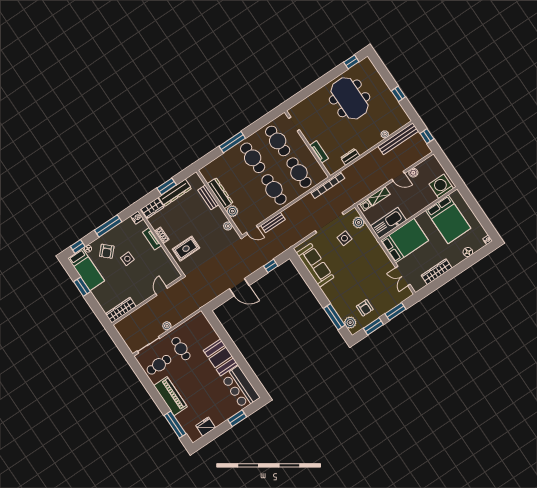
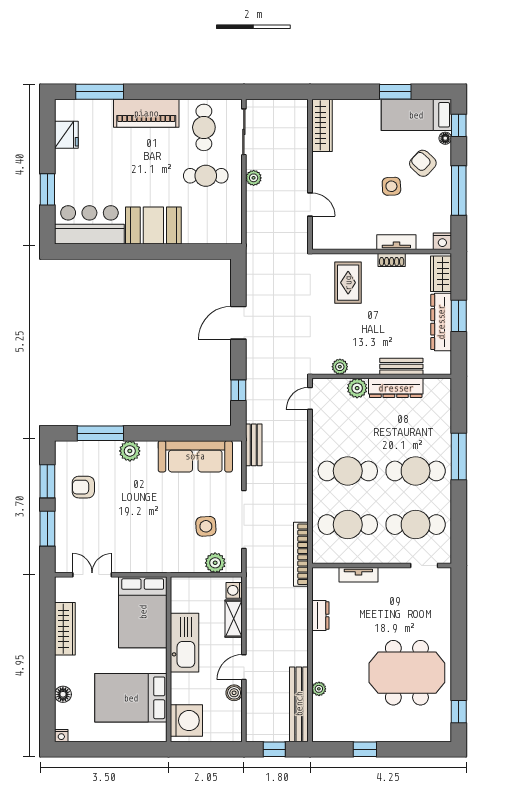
bench: (273, 222) -> (254, 445), moved
kitchen sink: (388, 223) -> (185, 643), moved
plant: (350, 323) -> (130, 451), moved

